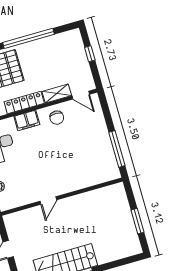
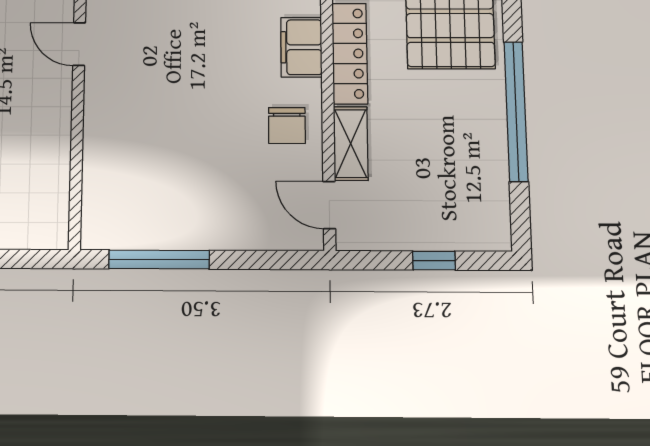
door: (81, 95) -> (329, 205), hinge flipped
chair: (57, 118) -> (287, 125), turned -90

